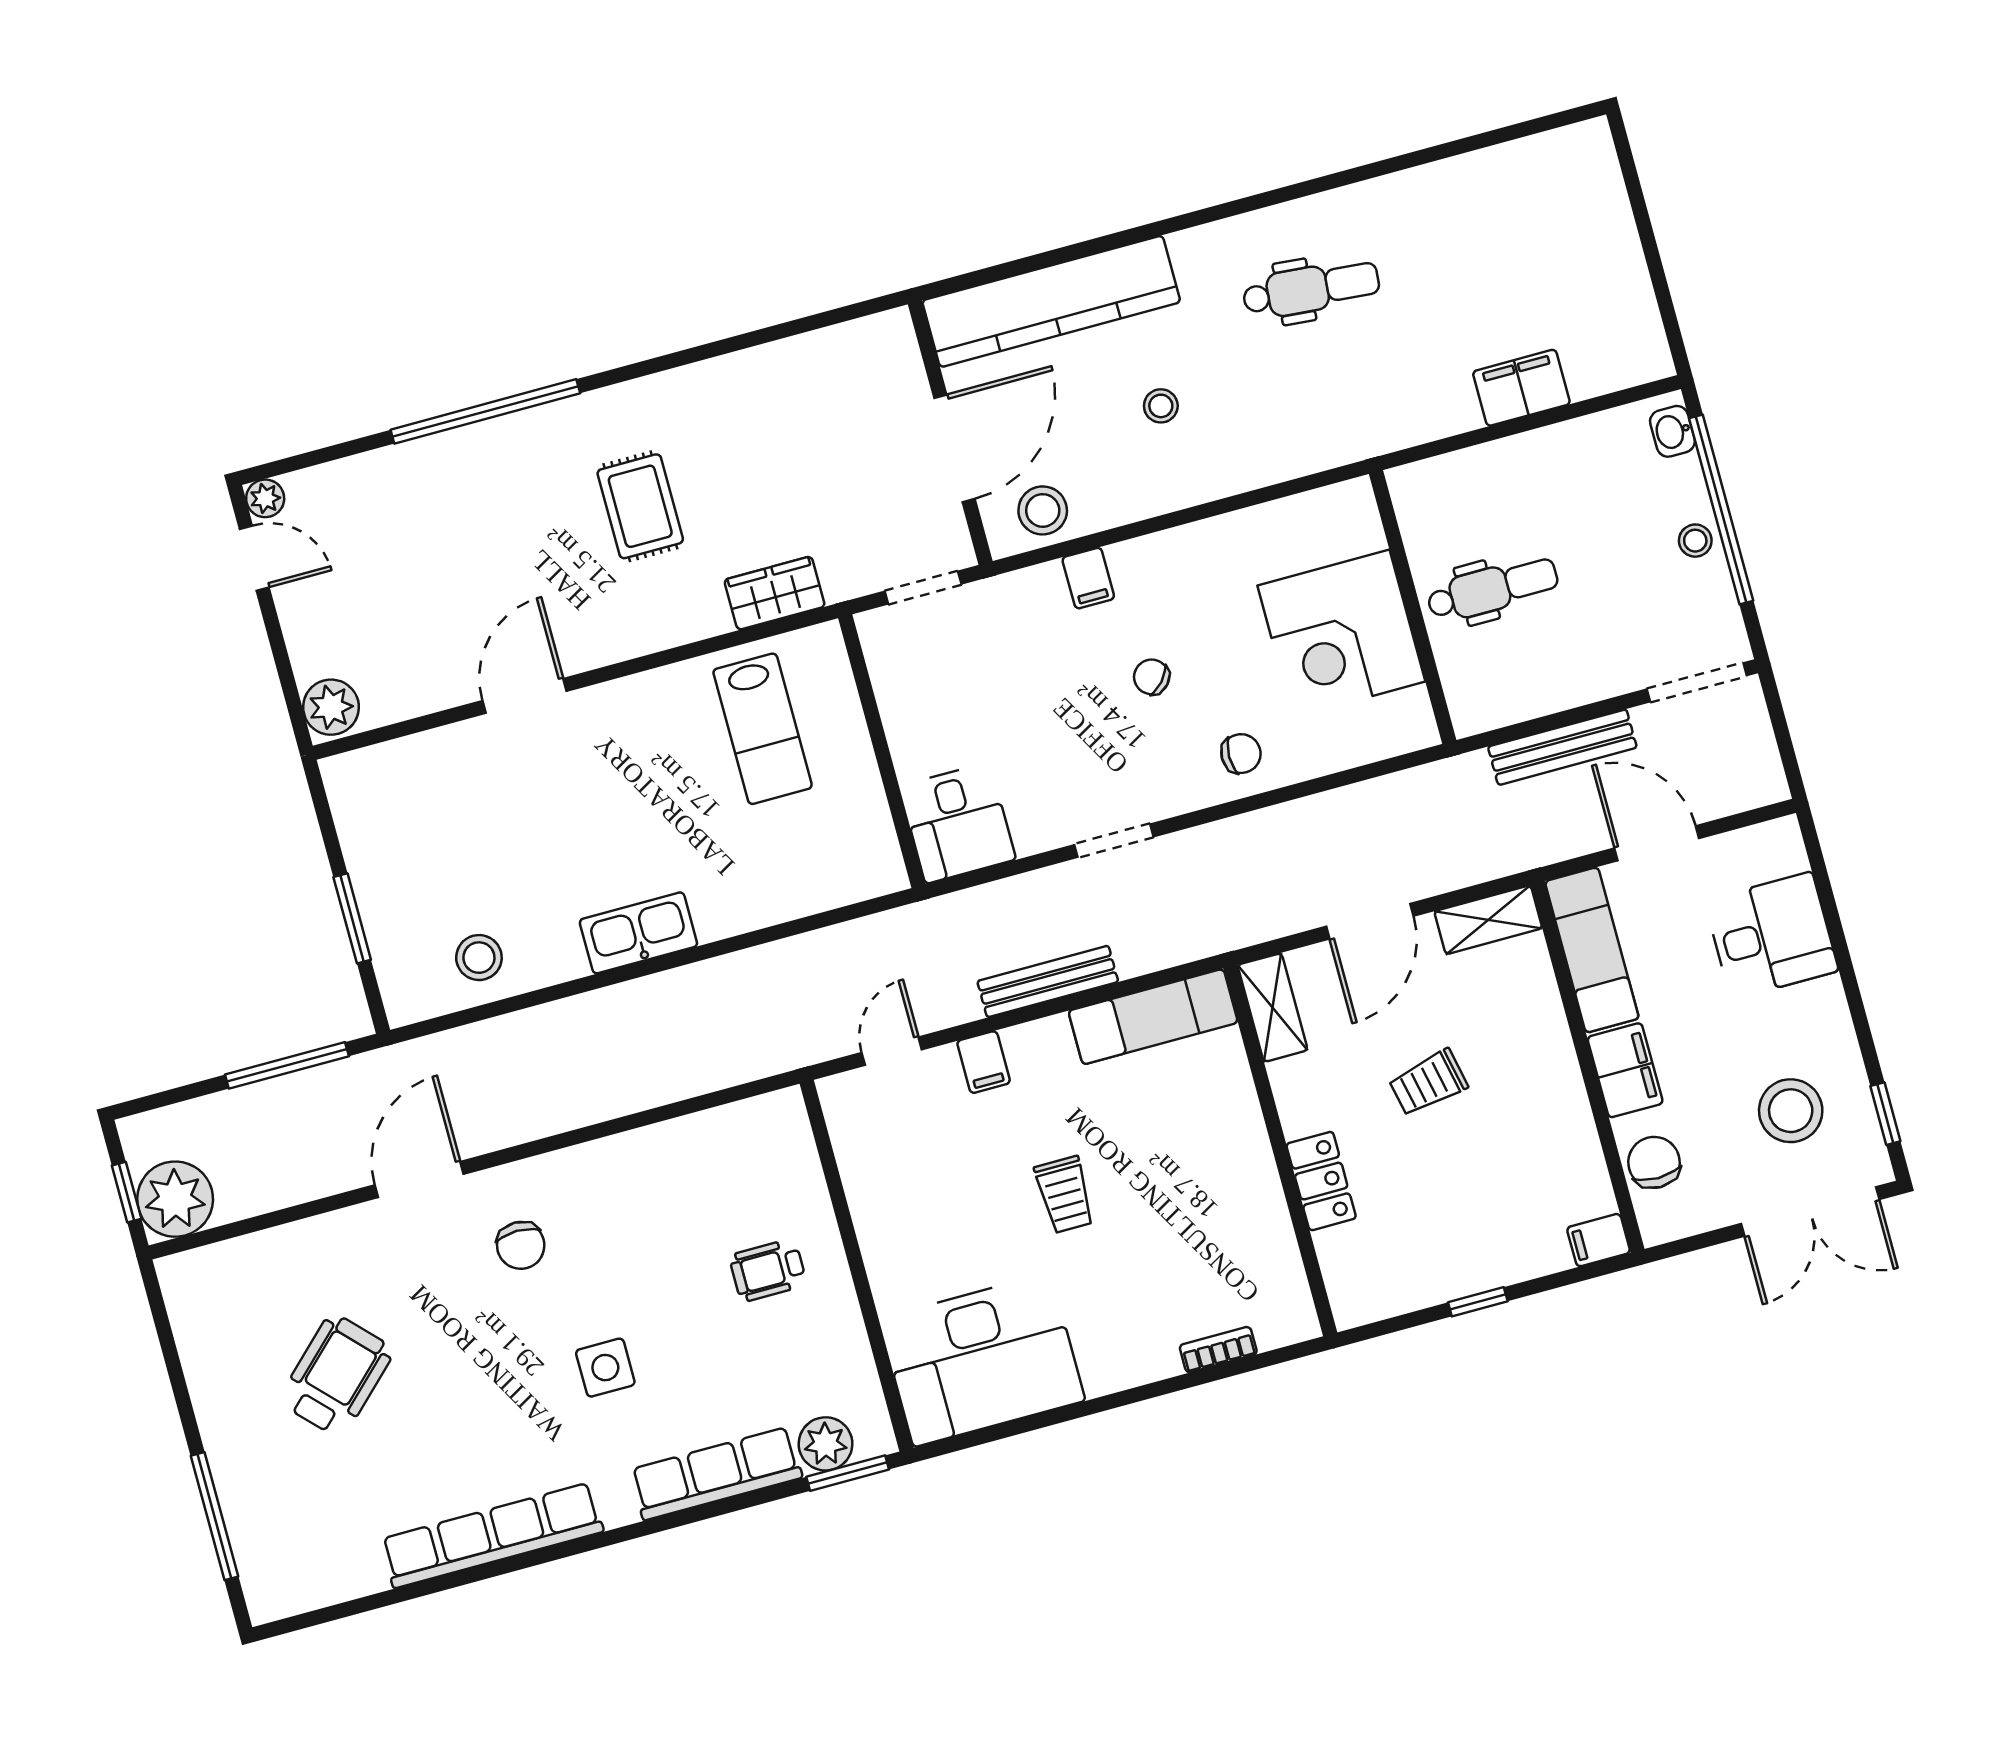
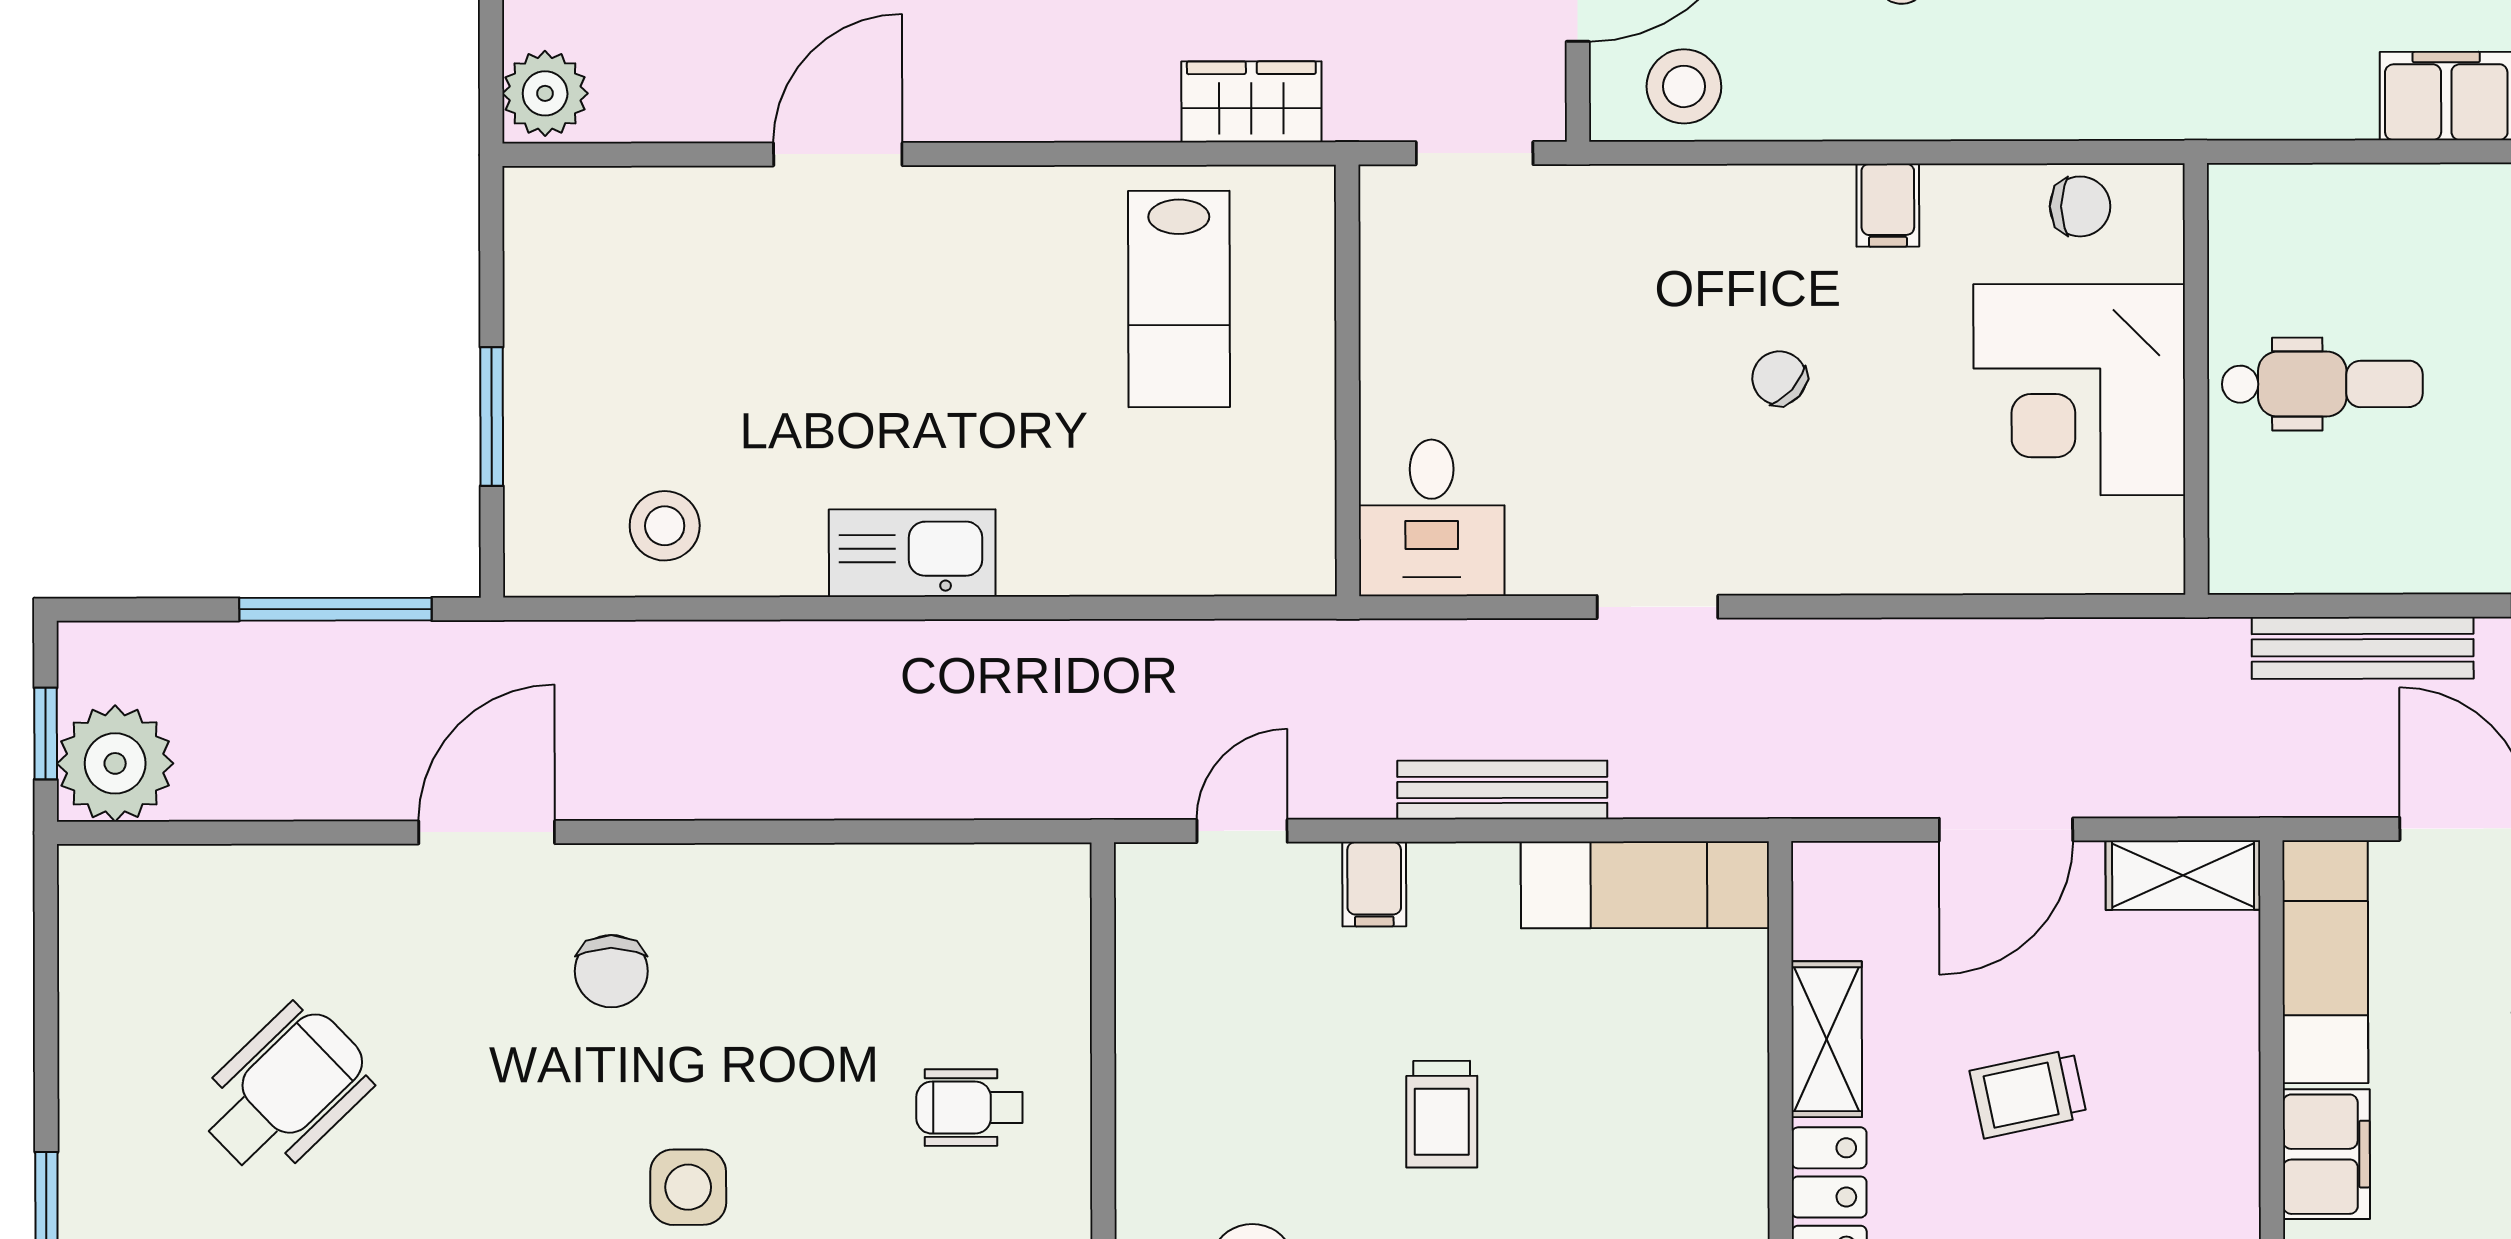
filing cabinet: (1088, 578) -> (1888, 205), moved
chair: (1241, 754) -> (2080, 206), moved
shelving: (1273, 1008) -> (1827, 1039), moved

